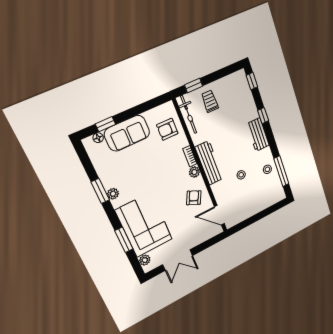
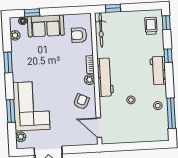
trolley: (210, 101) -> (151, 26), moved
plant: (113, 194) -> (15, 35), moved

